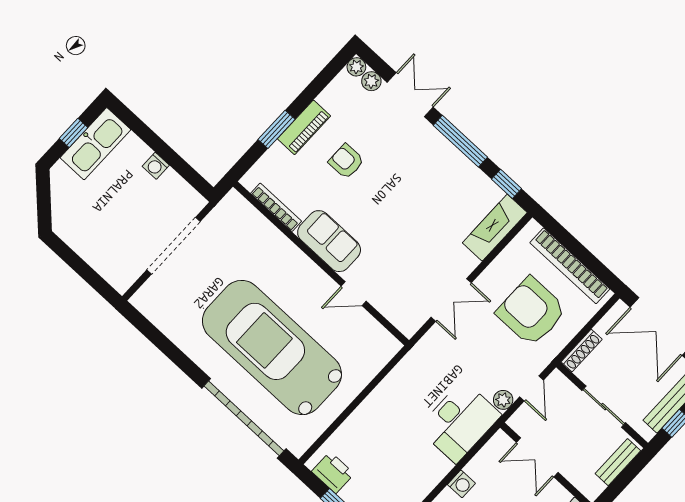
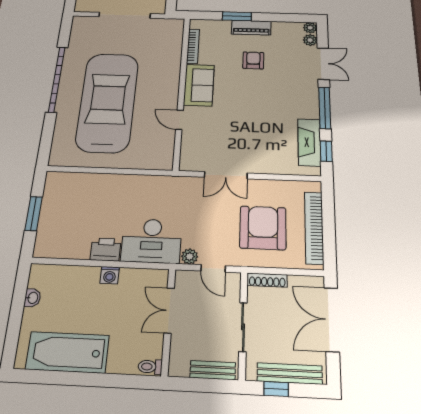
fireplace: (495, 228) -> (309, 142), moved, turned -90
door: (532, 388) -> (213, 268), hinge flipped
garage door: (244, 418) -> (57, 79), moved
printer: (333, 473) -> (106, 249), moved, turned -90

